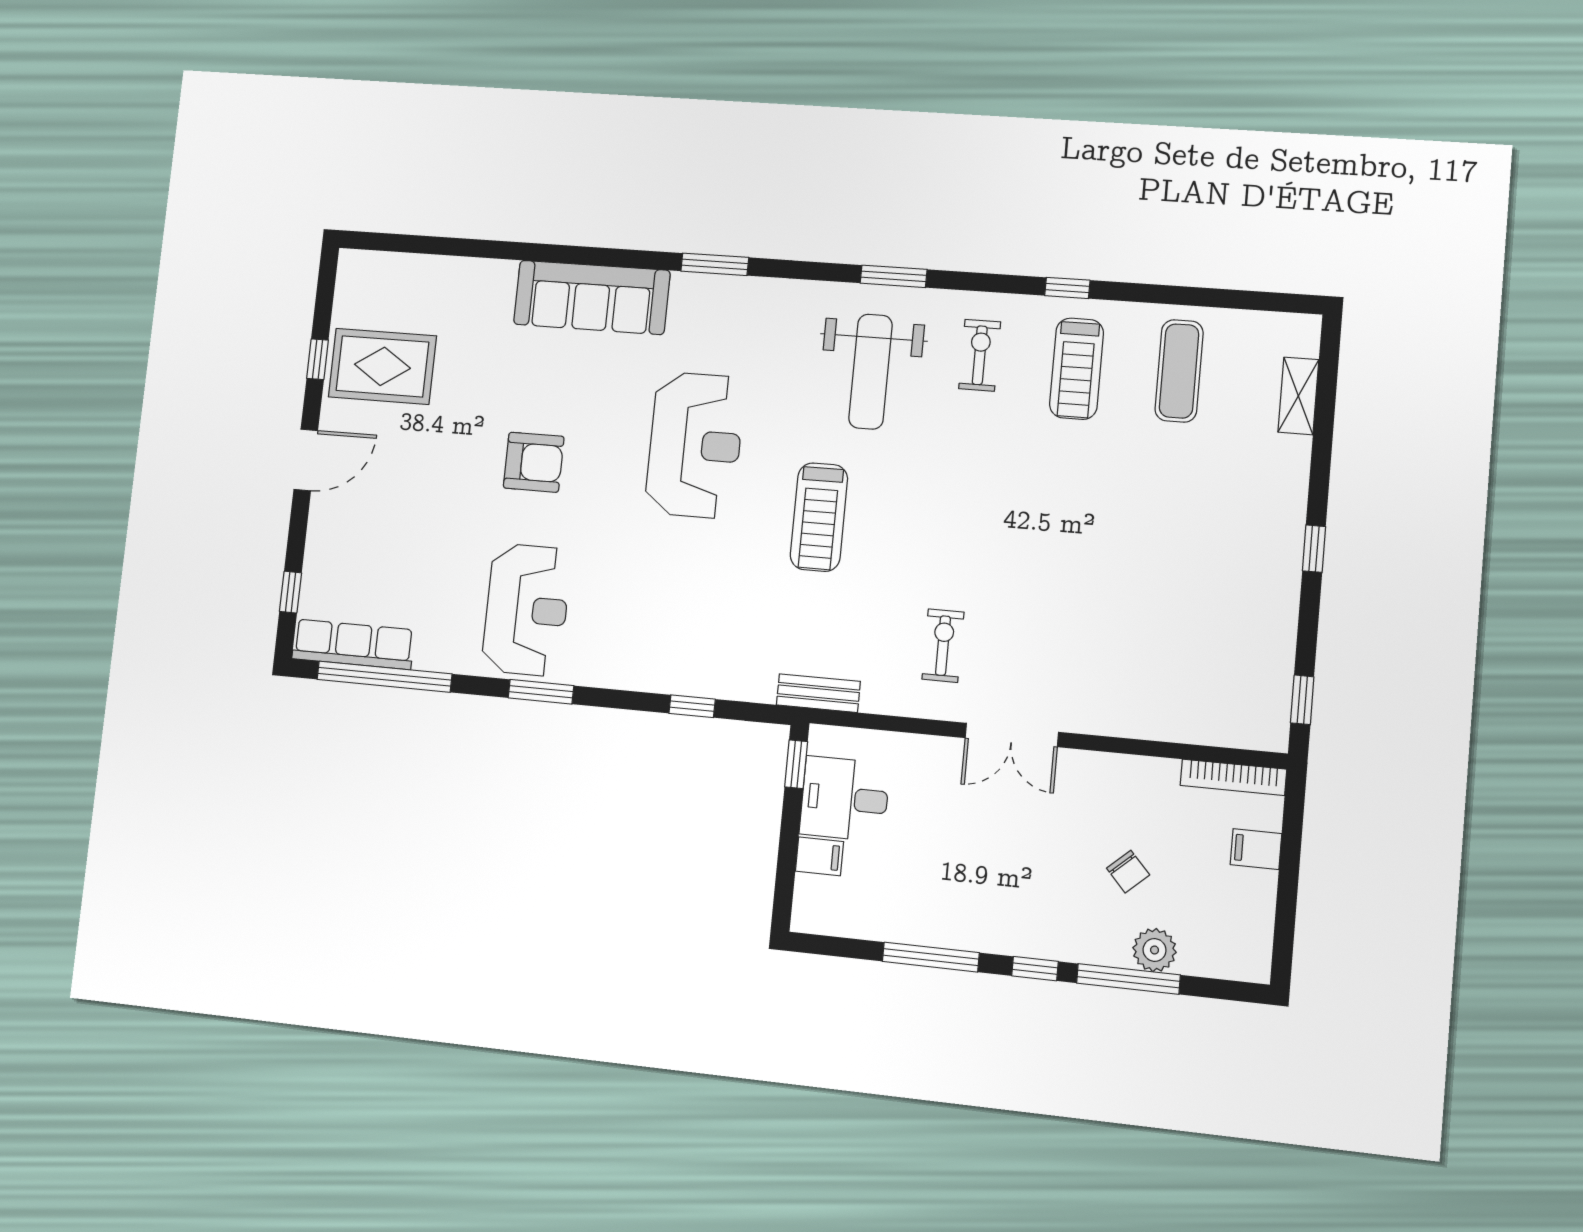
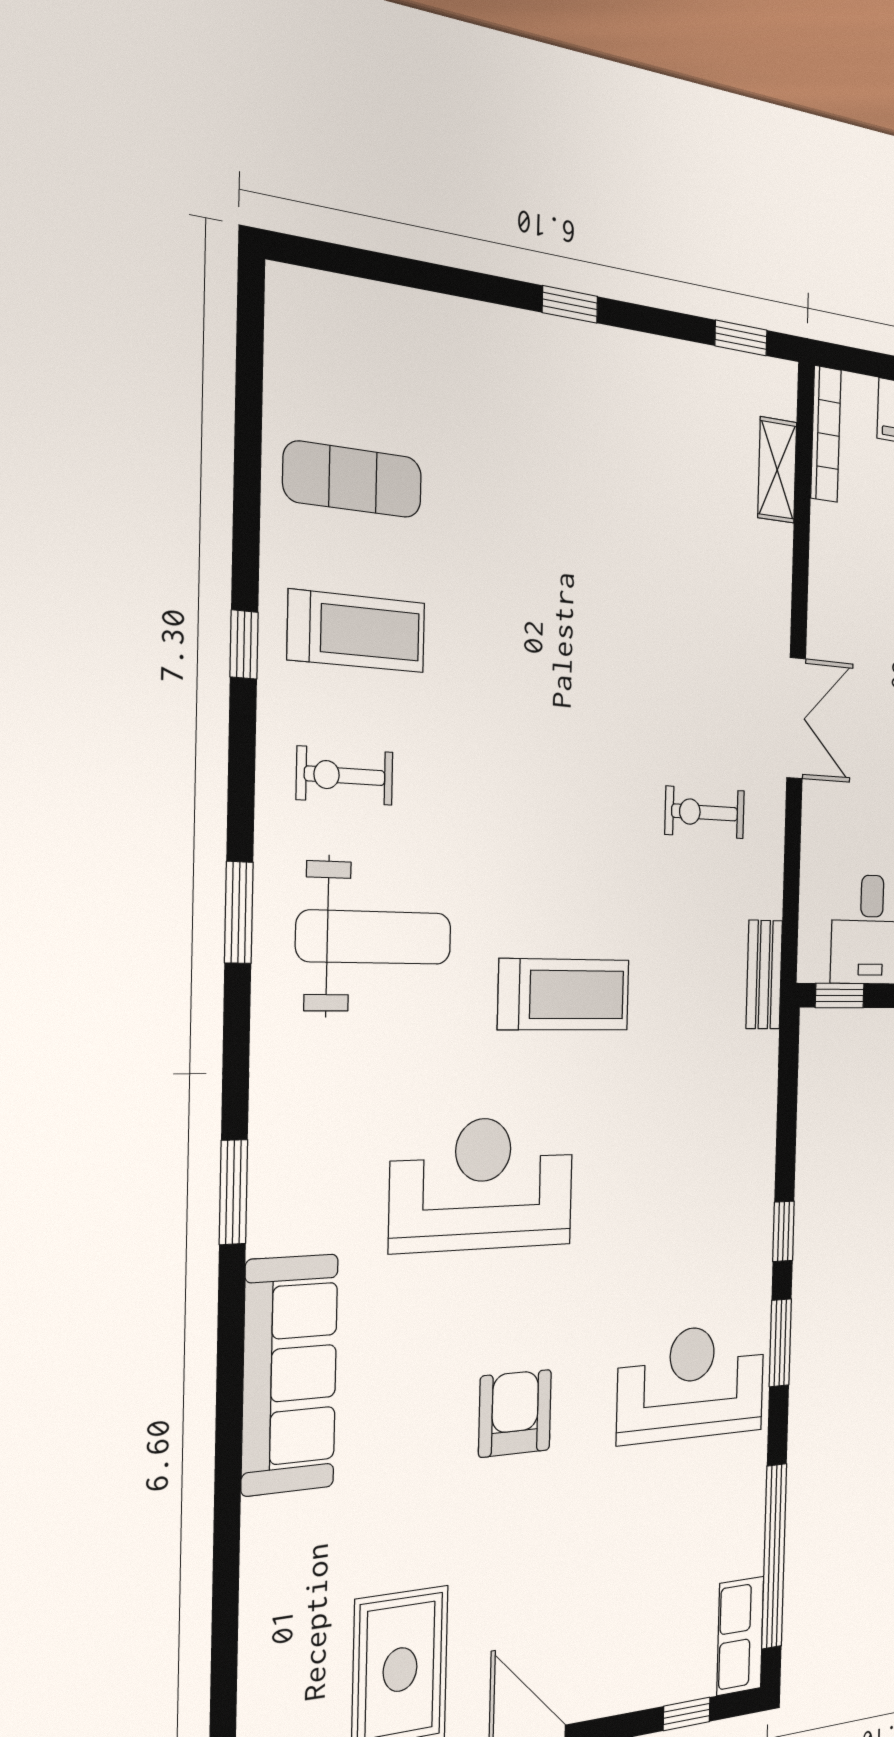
shelving: (1298, 396) -> (777, 470), moved, turned 90
row of seats: (353, 644) -> (740, 1636), width x0.68
window: (692, 706) -> (783, 1231), moved

